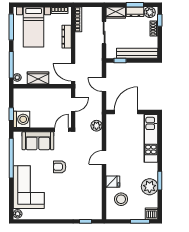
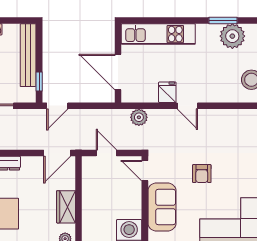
door: (104, 85) -> (57, 106), moved
fridge: (113, 182) -> (167, 92), moved

